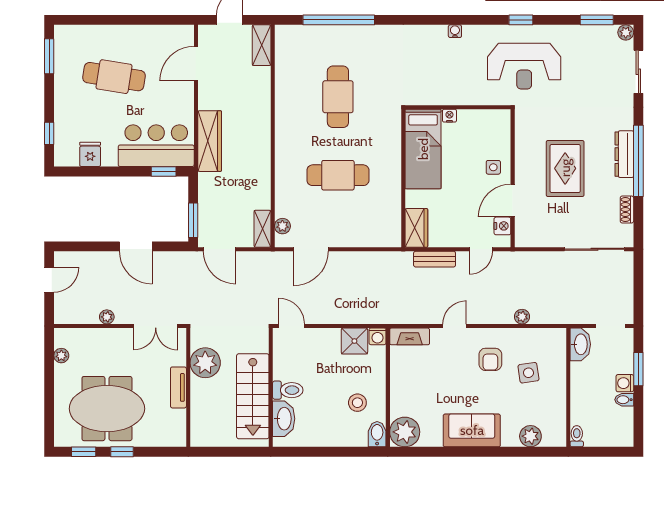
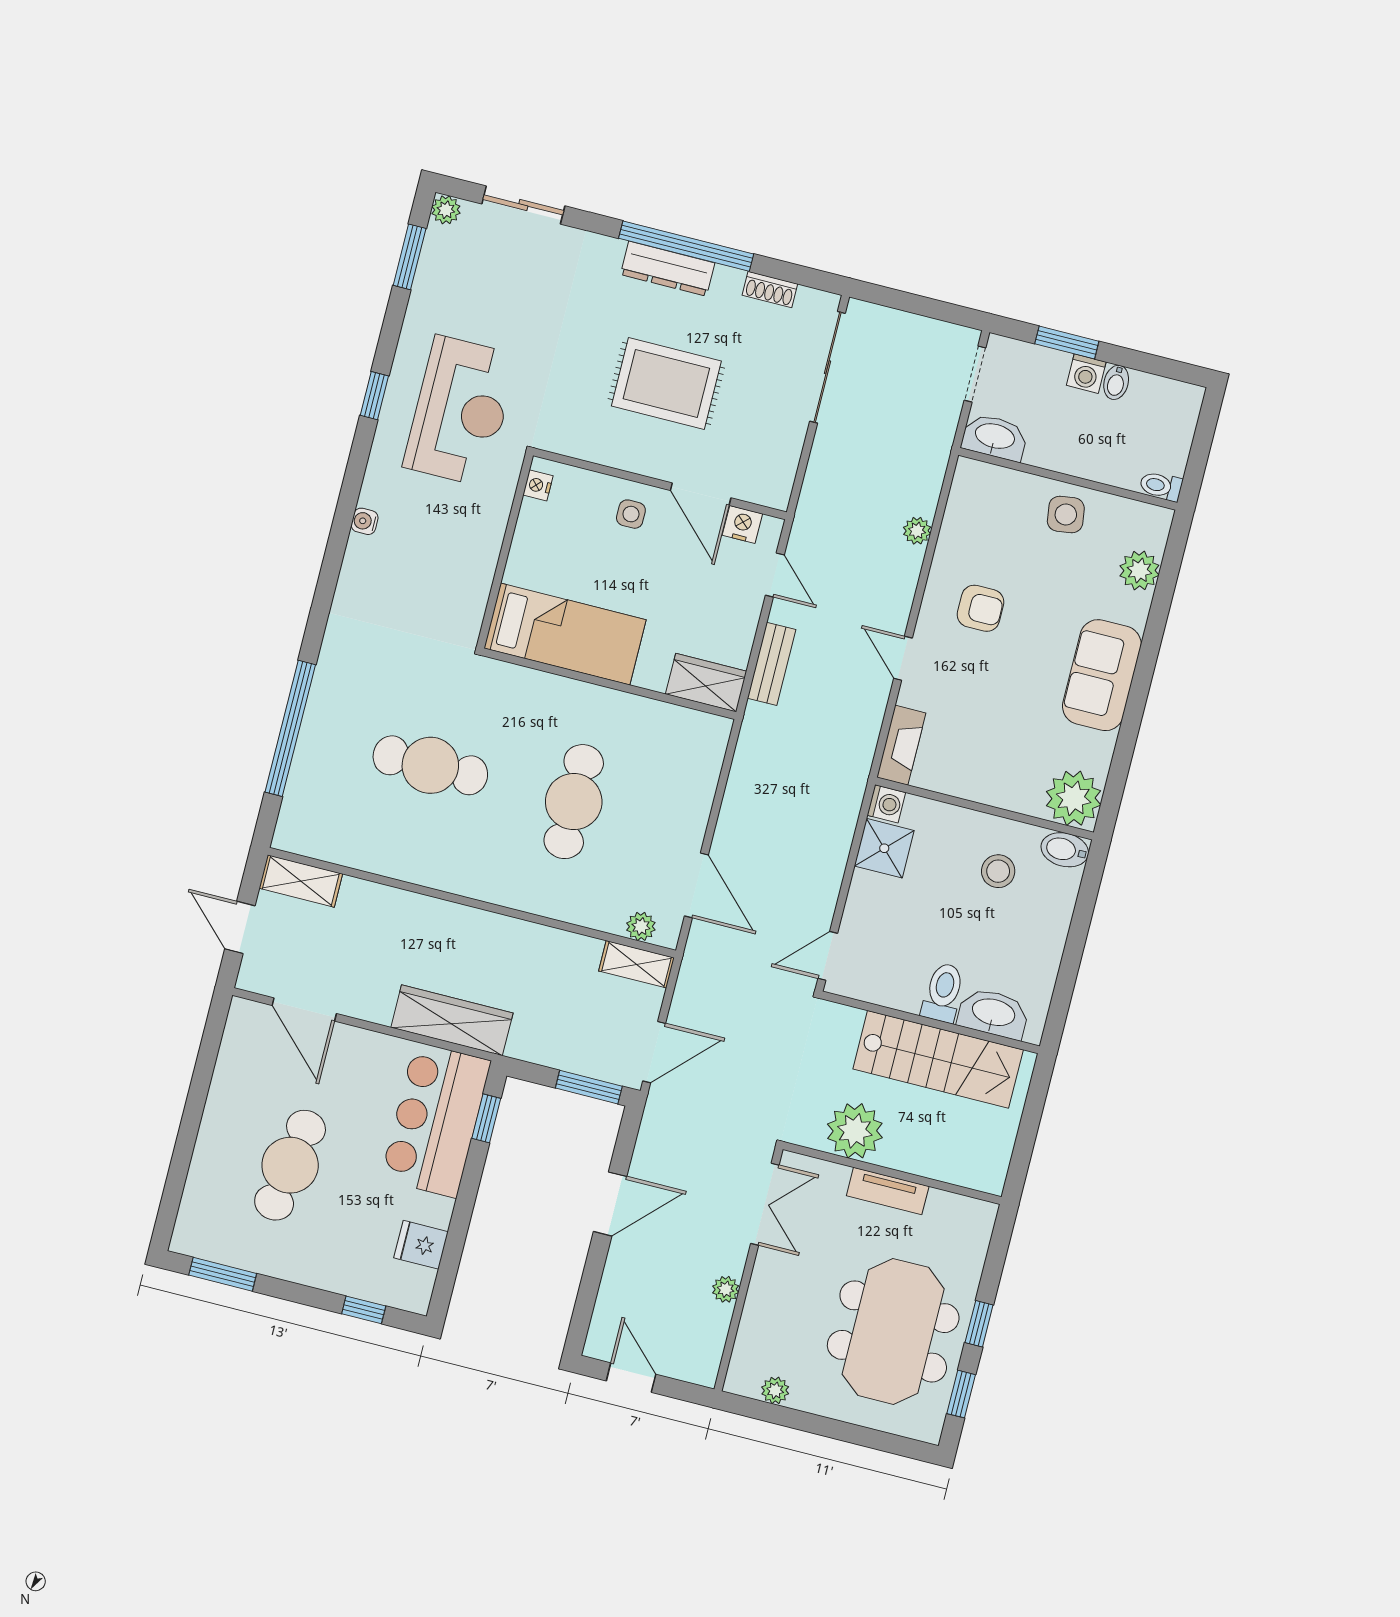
nightstand: (449, 116) -> (538, 485), moved
side table: (528, 373) -> (1066, 515), moved

